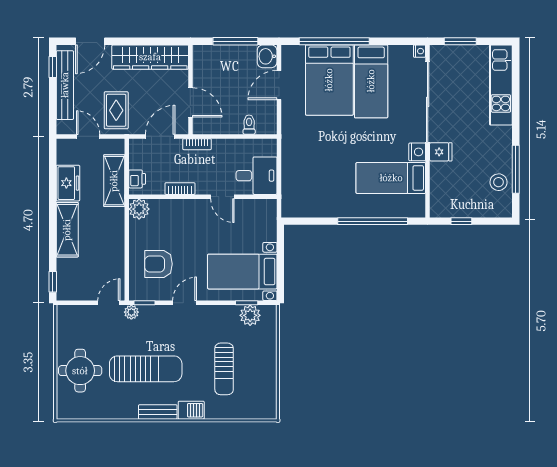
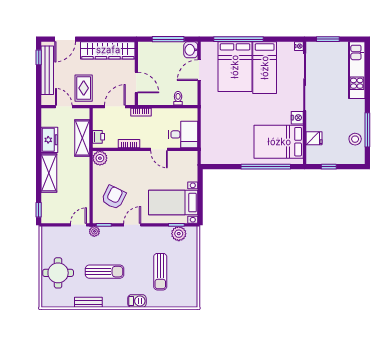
fridge: (441, 152) -> (314, 138), moved
bed: (391, 178) -> (279, 142), width x1.50
armchair: (158, 264) -> (114, 197), turned 116
sun lounger: (146, 369) -> (105, 272), width x0.73, depth x0.75
bench: (158, 412) -> (88, 302), moved

